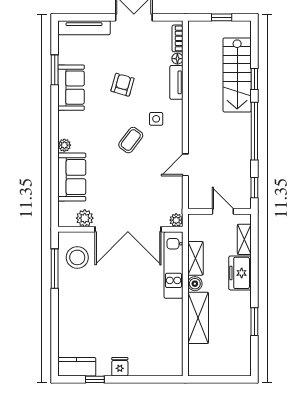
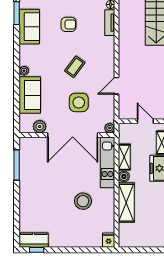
armchair: (123, 85) -> (69, 24), turned 74
side table: (156, 119) -> (79, 102), moved, width x1.87, depth x1.87
stool: (77, 257) -> (83, 201), moved
fridge: (120, 367) -> (109, 240), moved
window: (95, 379) -> (37, 250), moved

